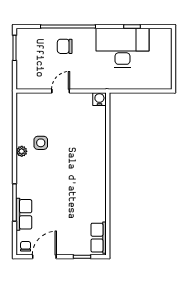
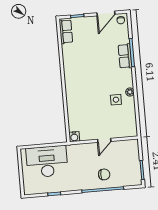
desk: (123, 48) -> (47, 162), moved, turned 180
row of seats: (24, 214) -> (125, 56), moved

